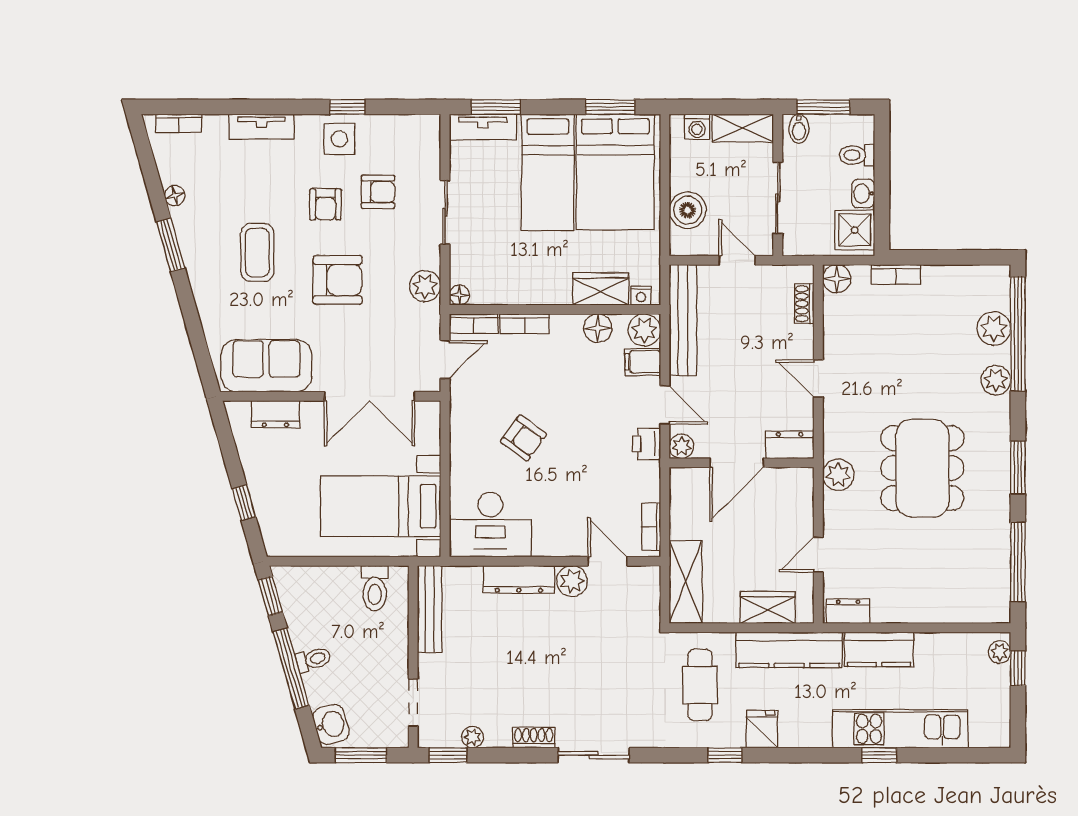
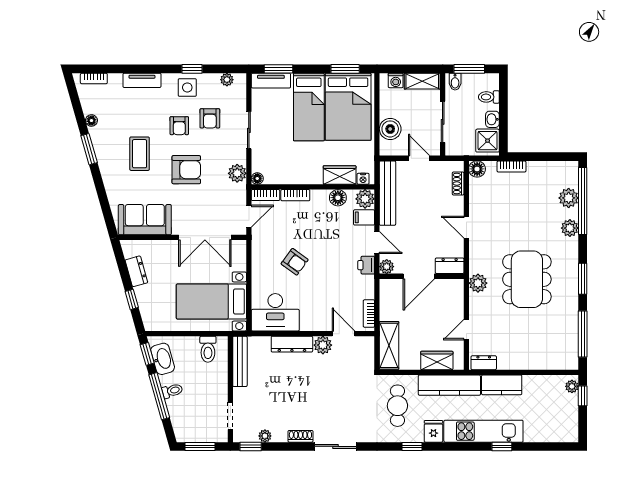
plant: (407, 125) -> (227, 80), added
armchair: (378, 192) -> (210, 118), turned 90
dresser: (275, 414) -> (136, 271), moved, turned -106
washbasin: (331, 725) -> (163, 359), moved, width x1.38
kitchen unit: (900, 729) -> (483, 431), moved

